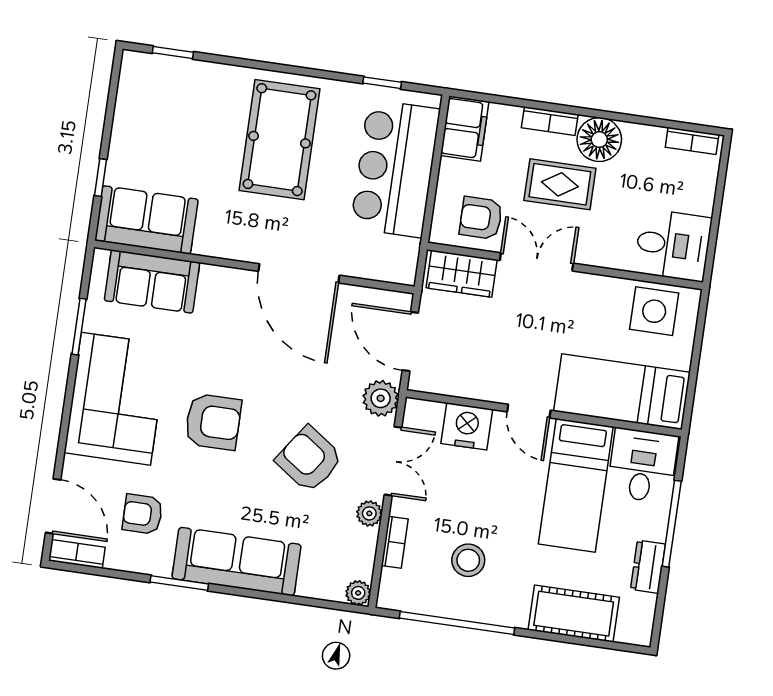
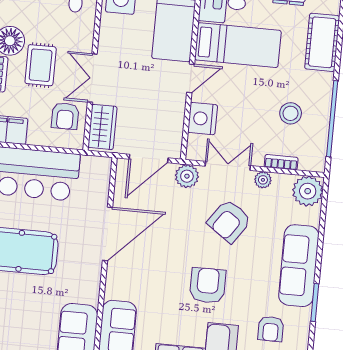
plant: (358, 593) -> (308, 191), width x1.88, depth x1.88

